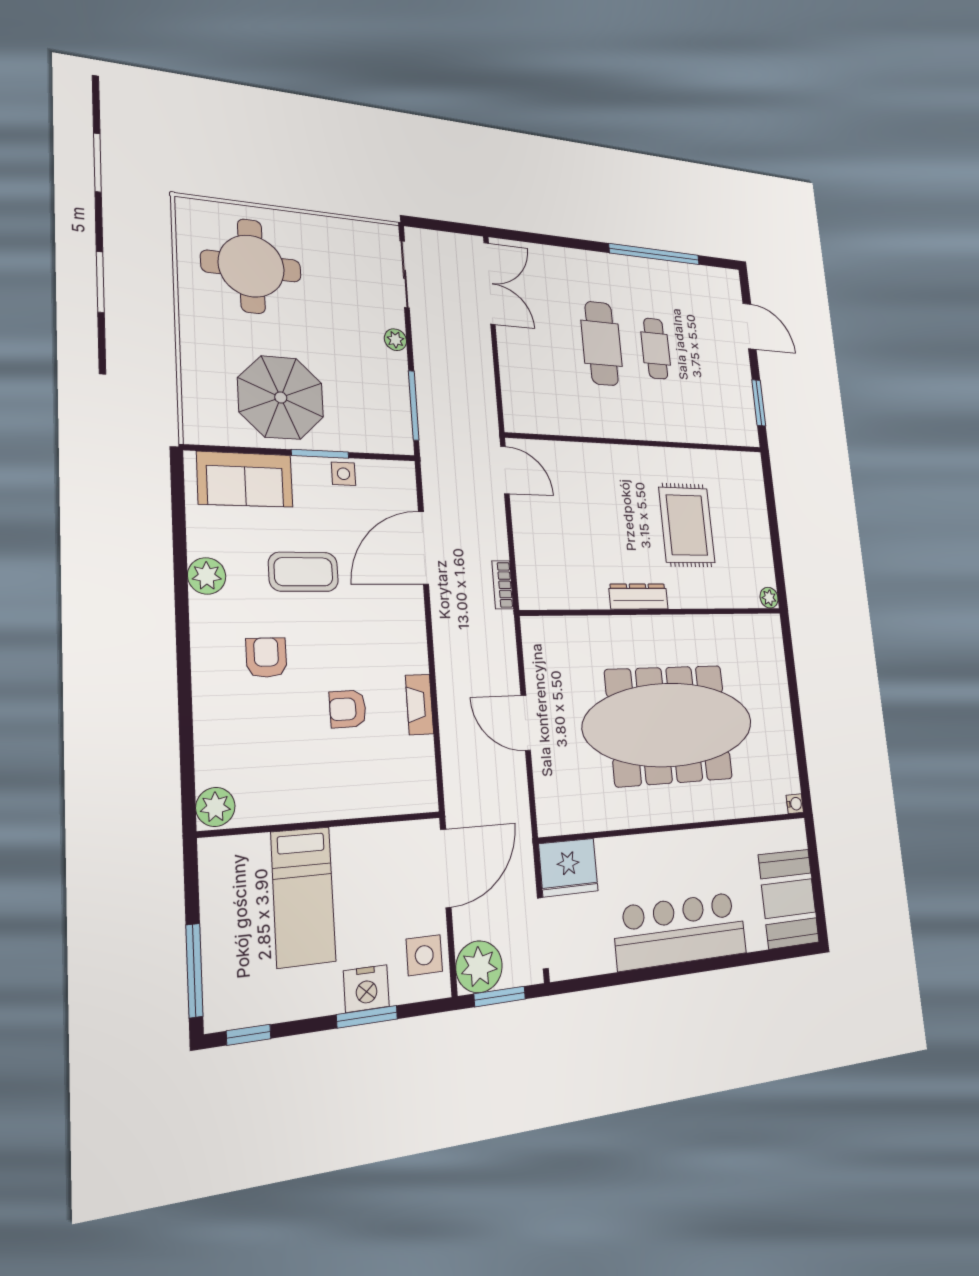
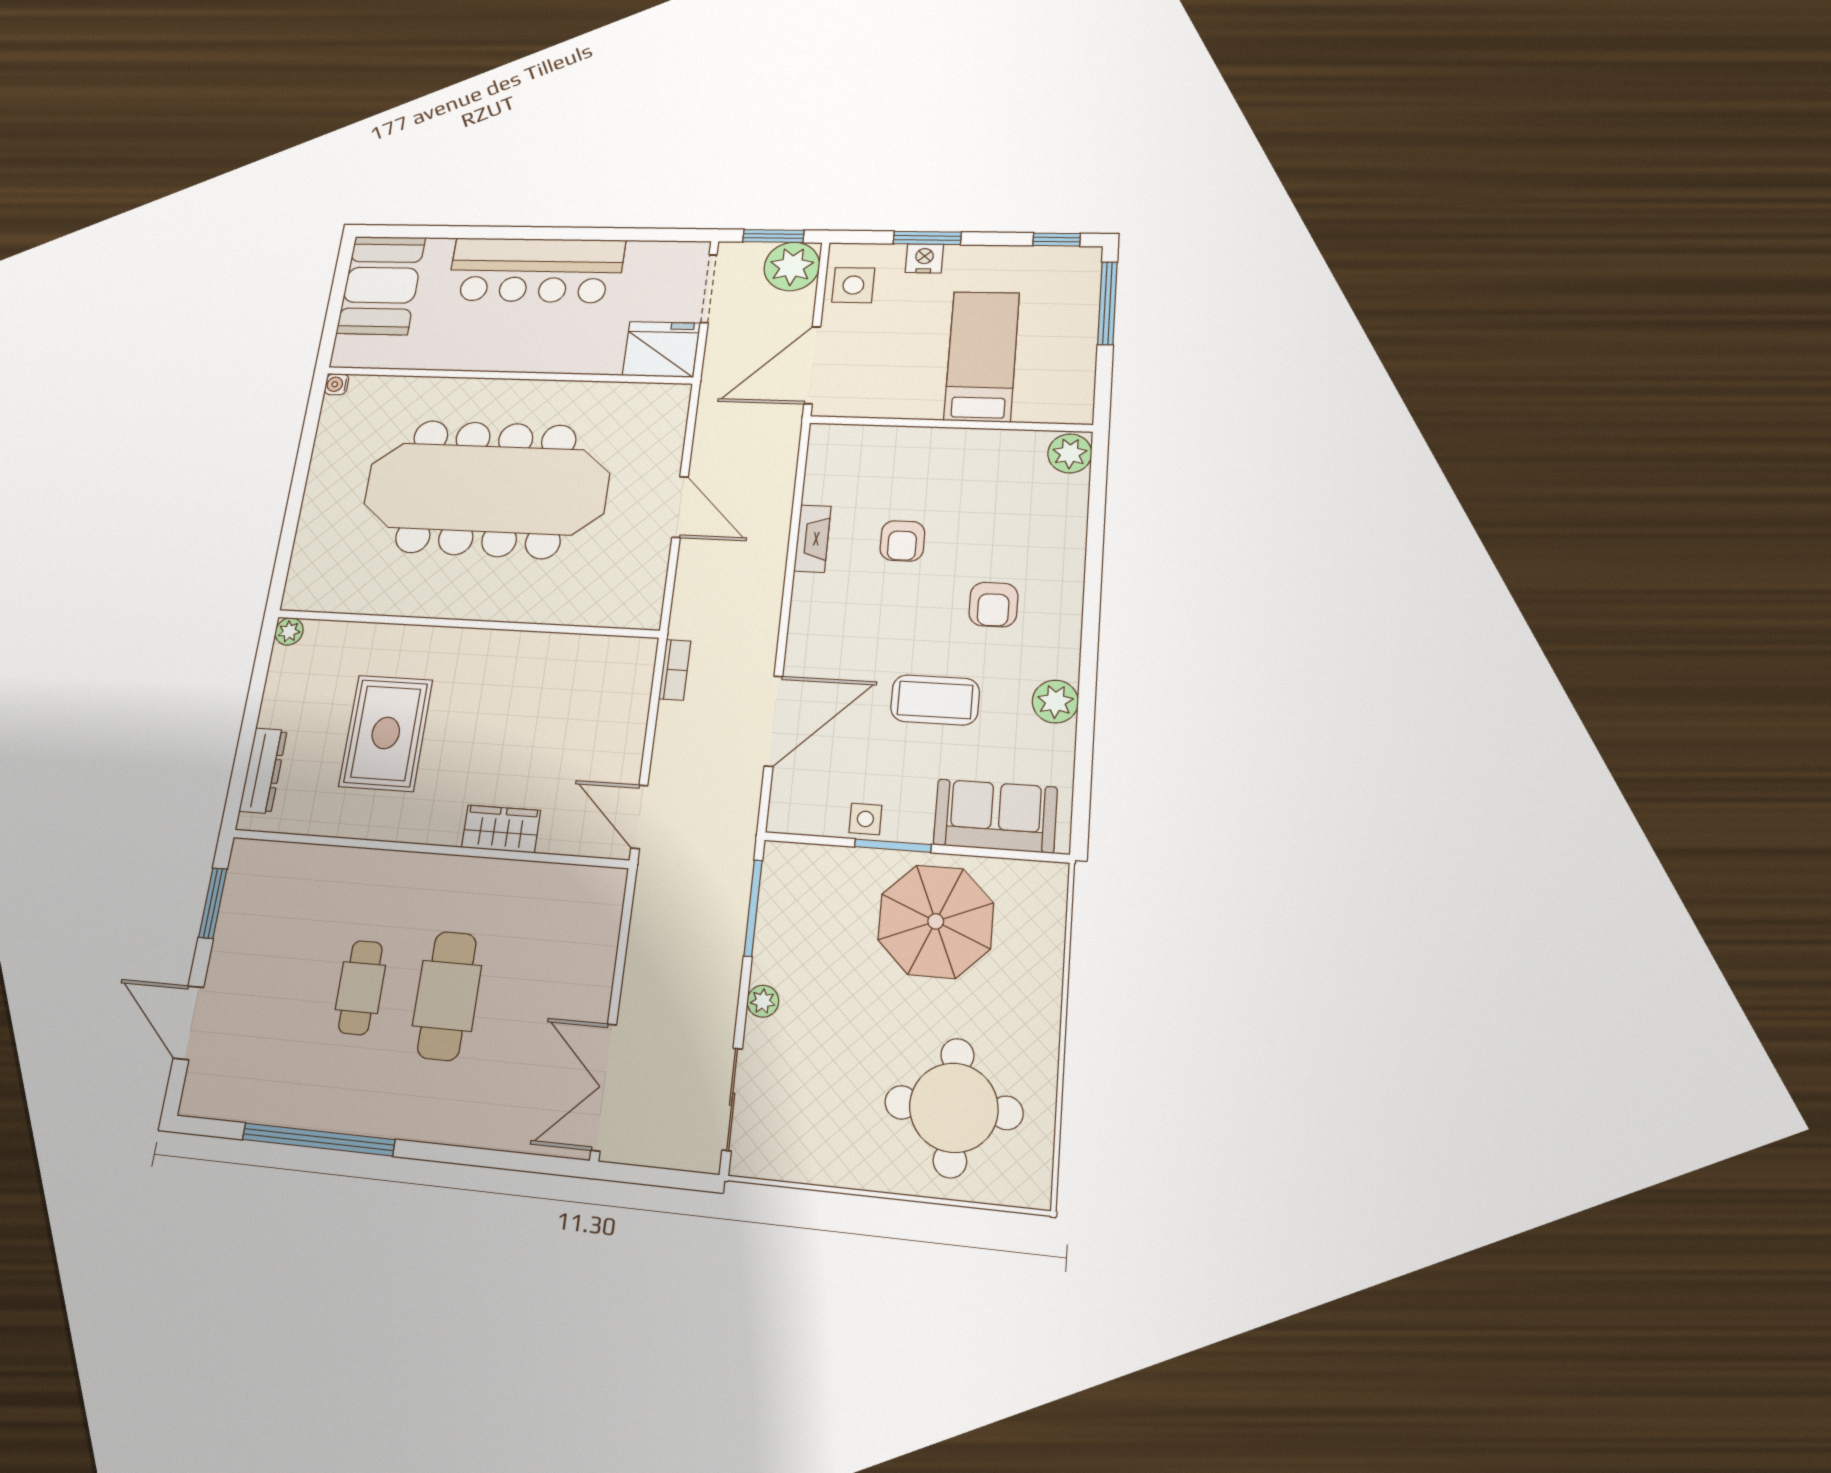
wardrobe: (595, 458) -> (501, 829), added
dresser: (638, 597) -> (263, 771), moved, turned -90
armchair: (348, 709) -> (902, 541), turned 91
nightstand: (366, 989) -> (924, 258), width x0.74, depth x0.75

